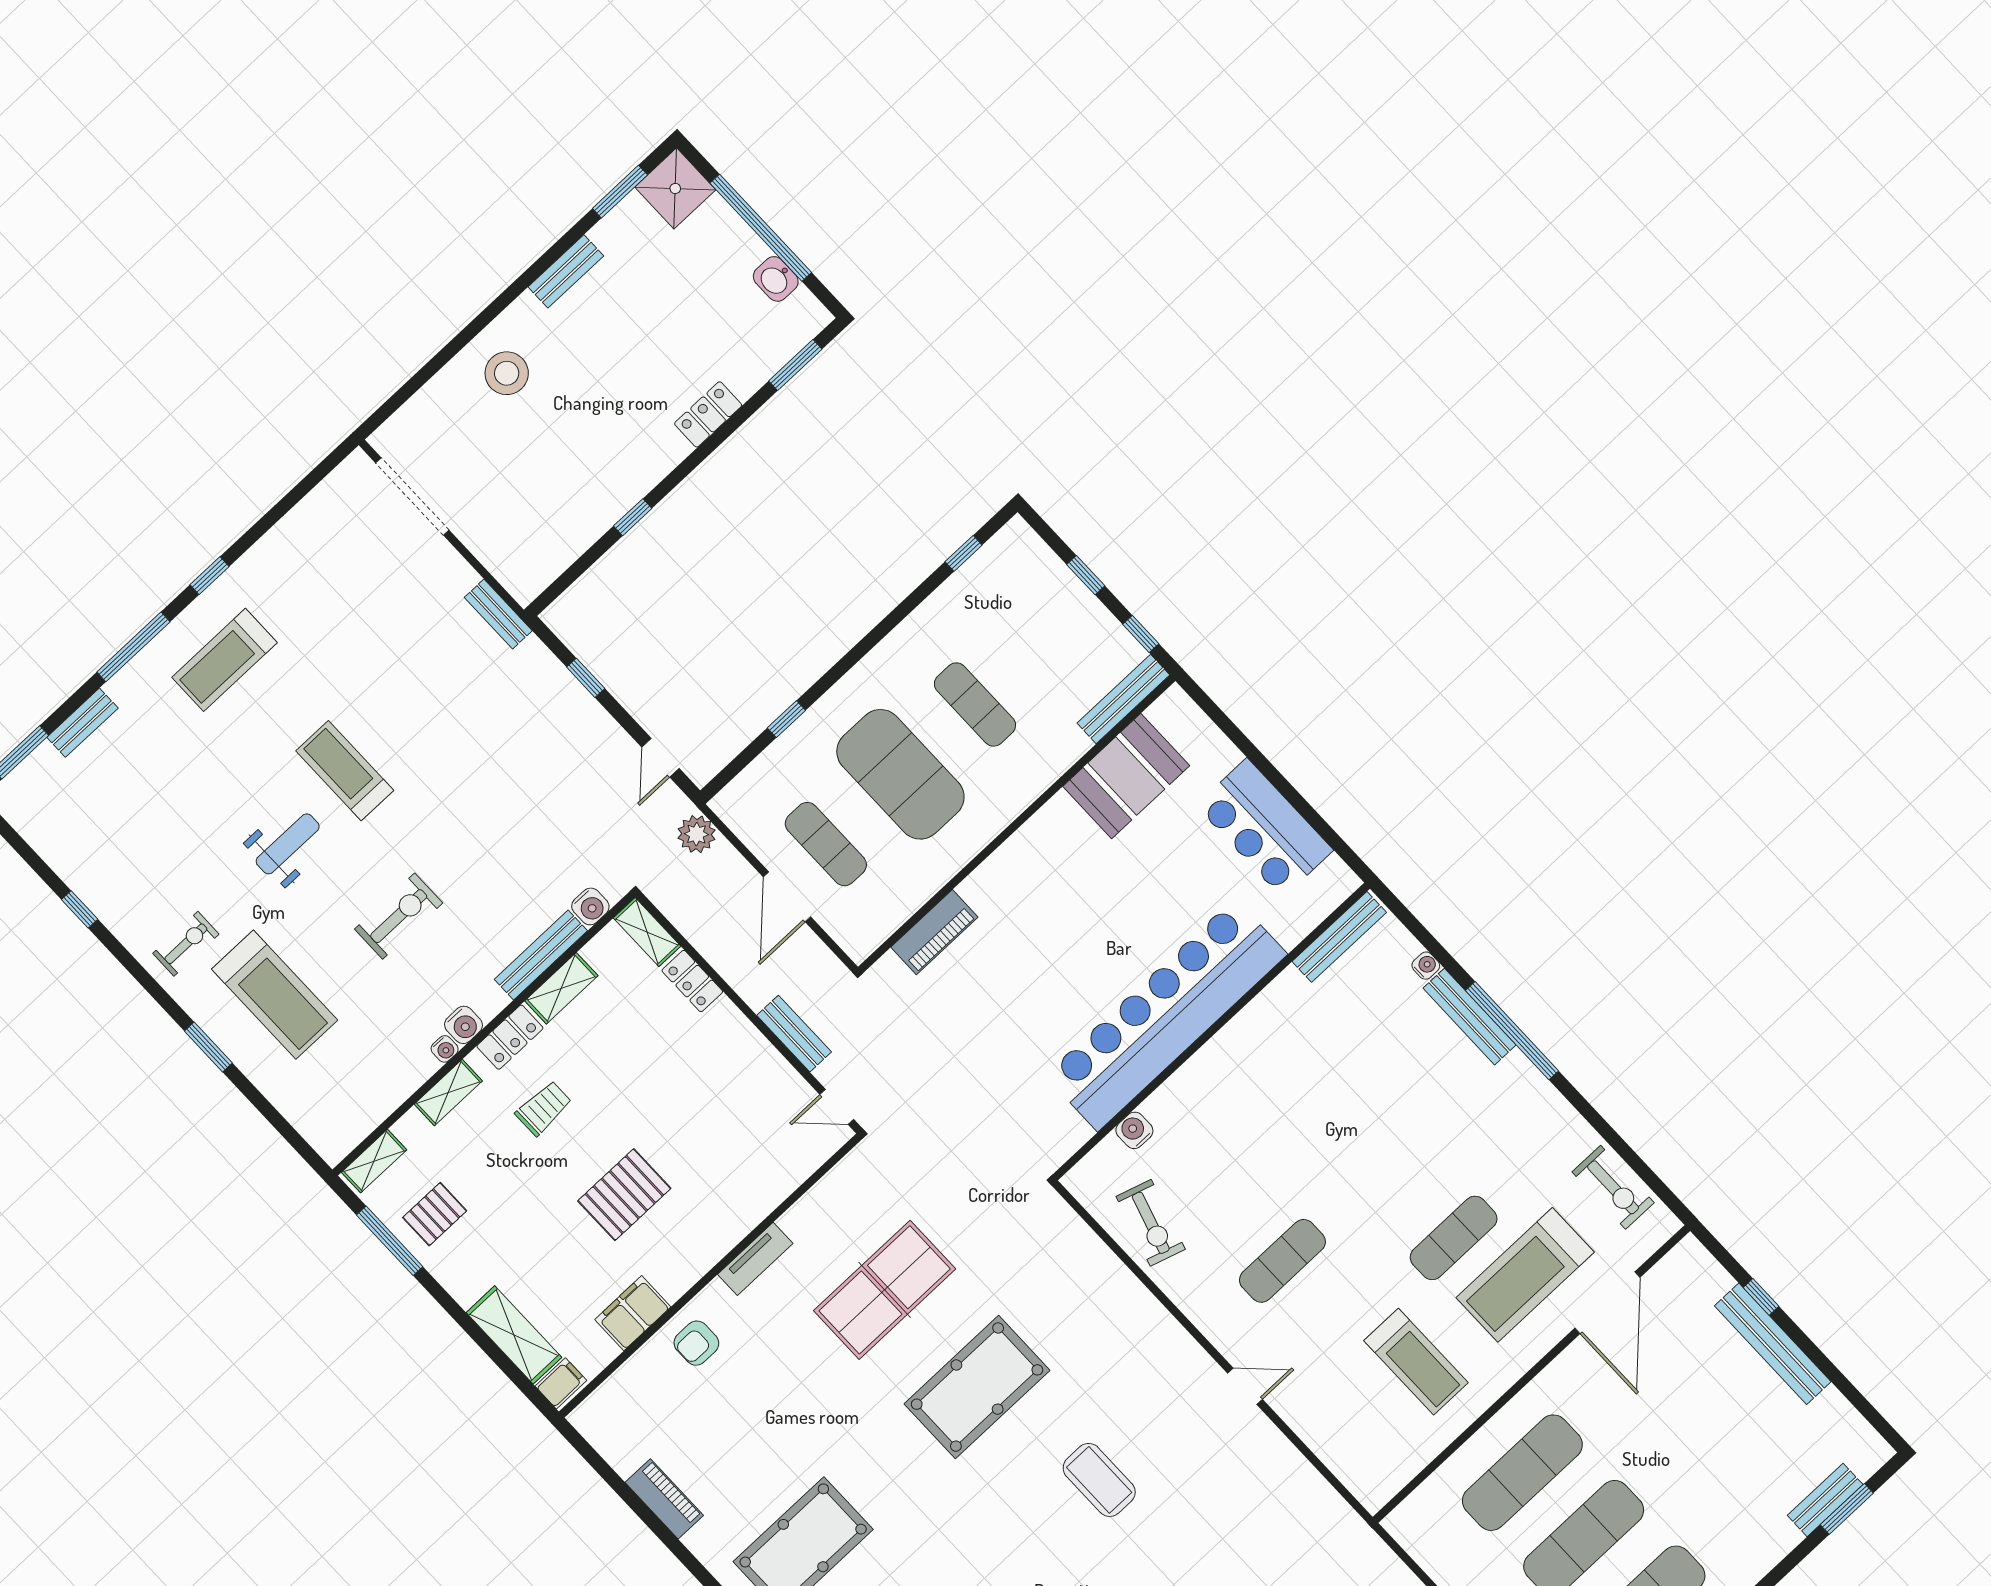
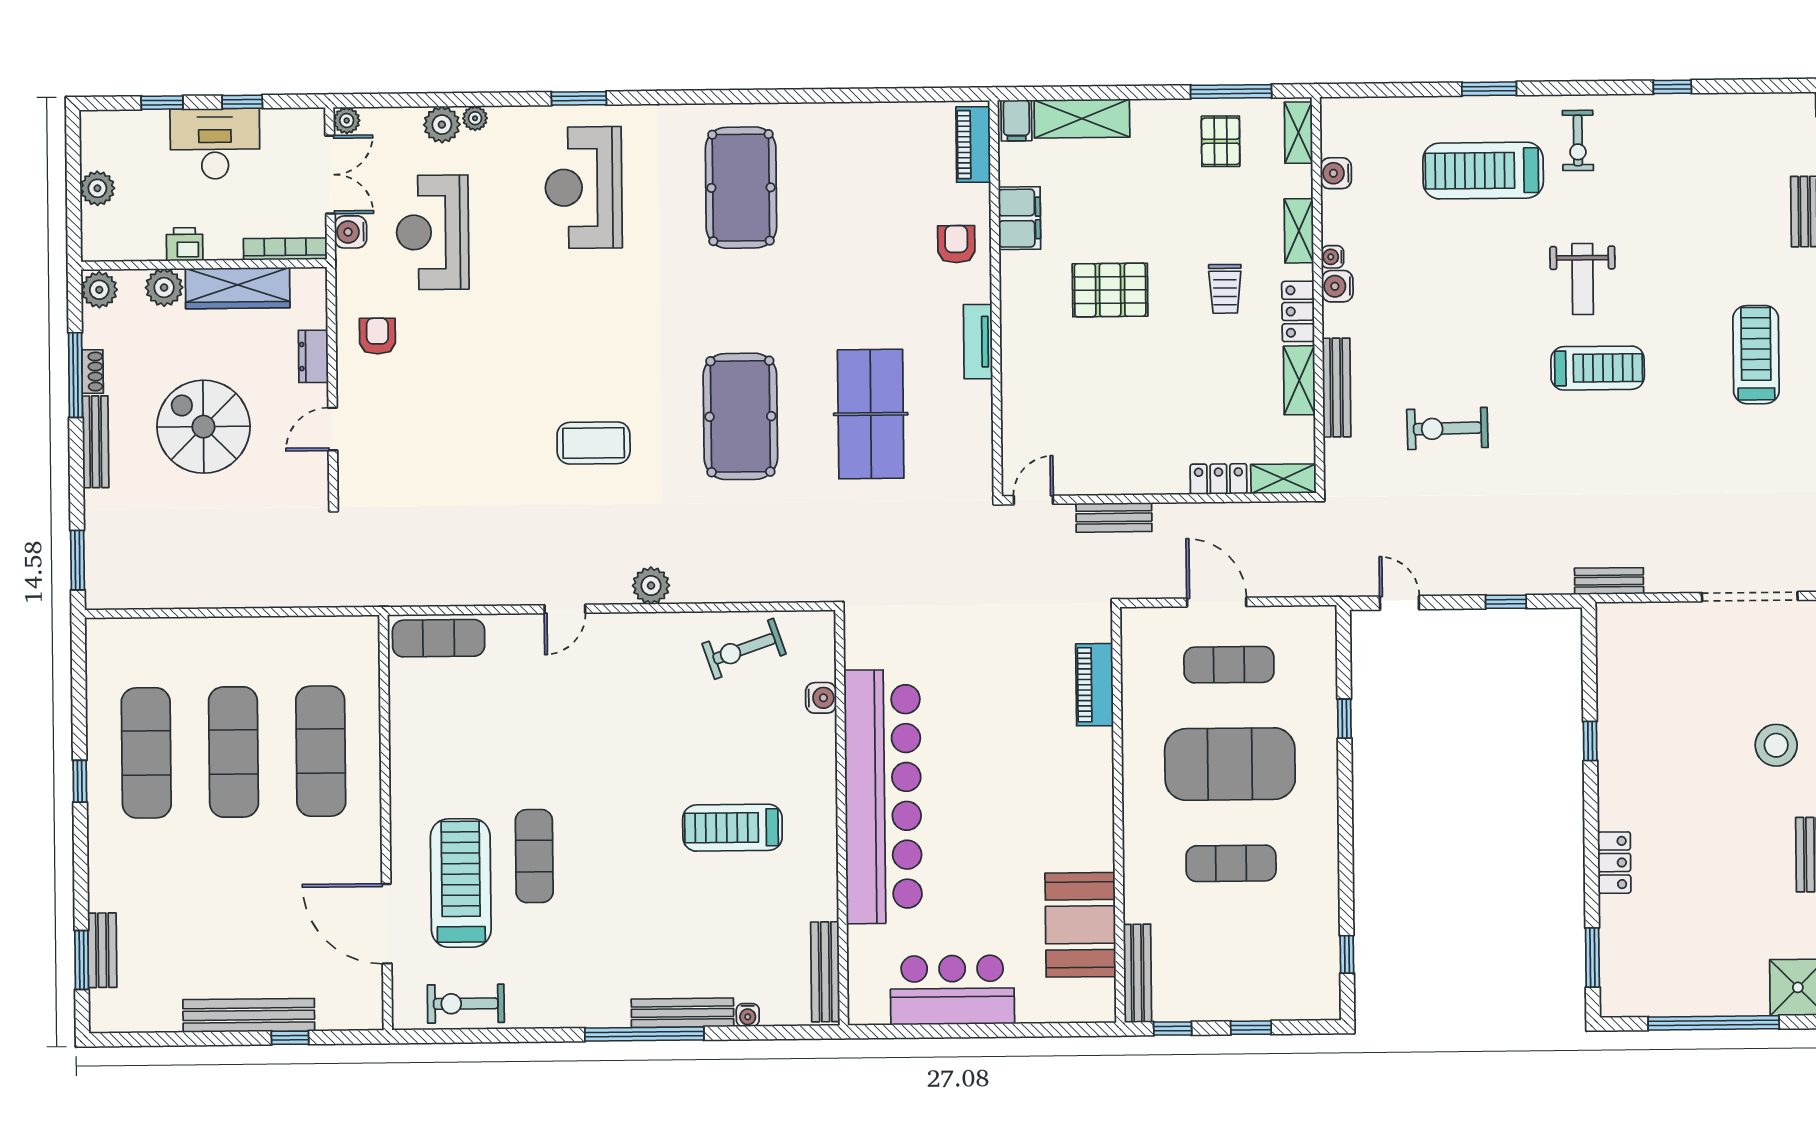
washbasin: (776, 279) -> (1667, 1000), removed
plant: (696, 834) -> (651, 586), moved
water cooler: (590, 906) -> (1336, 173), moved
exercise bike: (399, 916) -> (1447, 428), moved, turned 89
pallet: (624, 1195) -> (1110, 290), turned 90
exercise bike: (1151, 1223) -> (744, 649), turned -36
exercise mat: (1282, 1261) -> (439, 638), moved, turned 90
treadmill: (1416, 1362) -> (732, 828), moved
piano: (664, 1499) -> (973, 145), moved, turned 90

